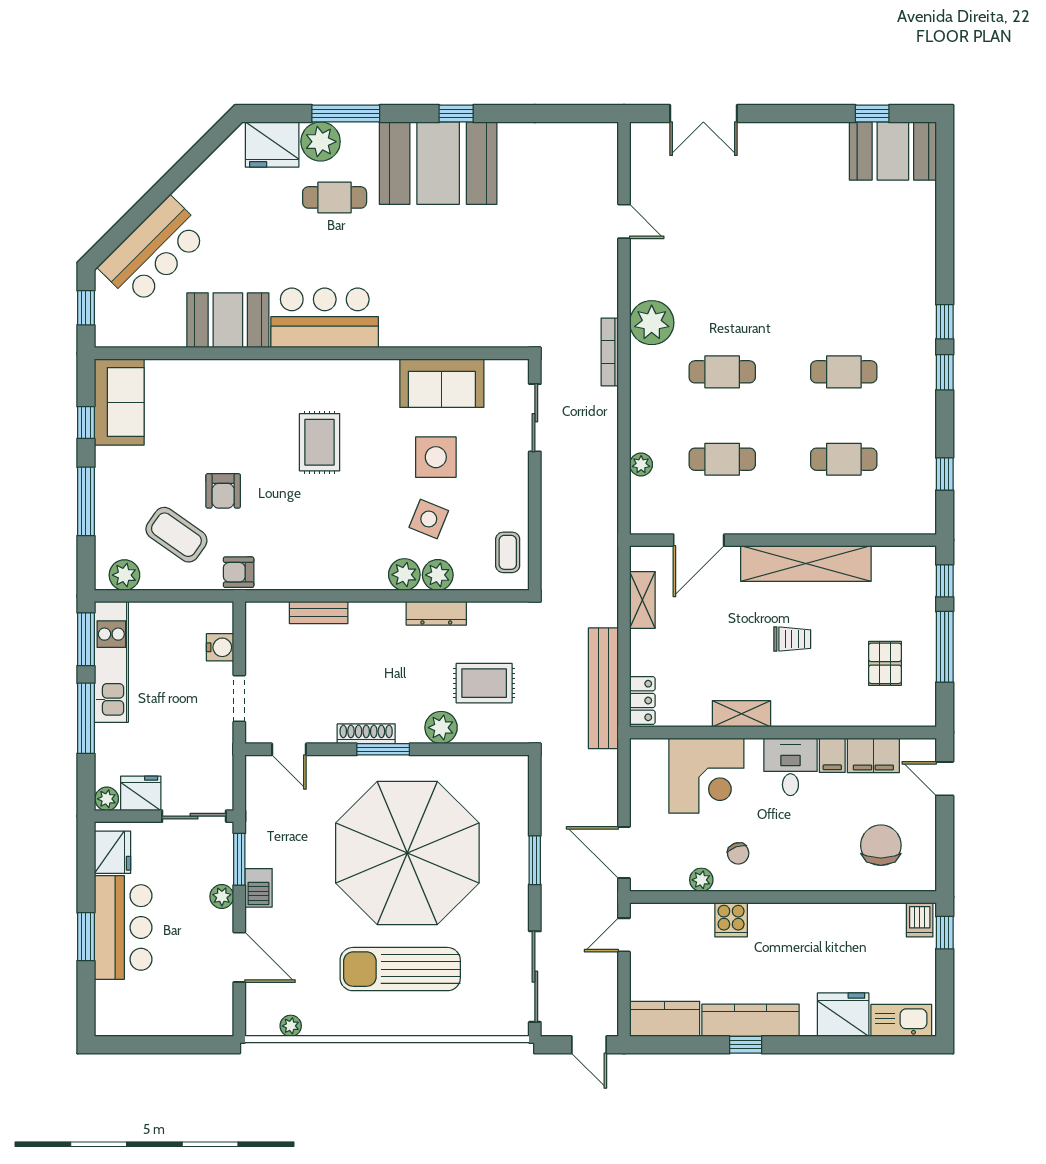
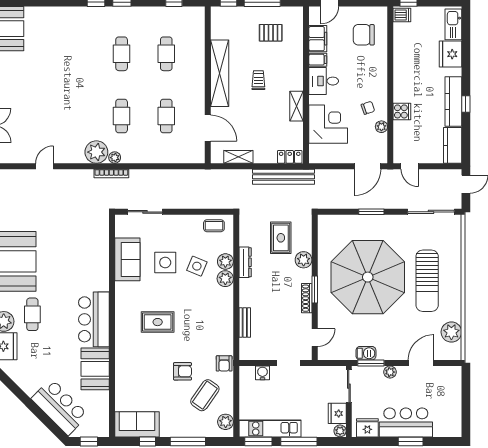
plant: (641, 464) -> (115, 158), moved
barbecue: (258, 888) -> (366, 353), moved
plant: (291, 1026) -> (451, 332), width x1.88, depth x1.88

